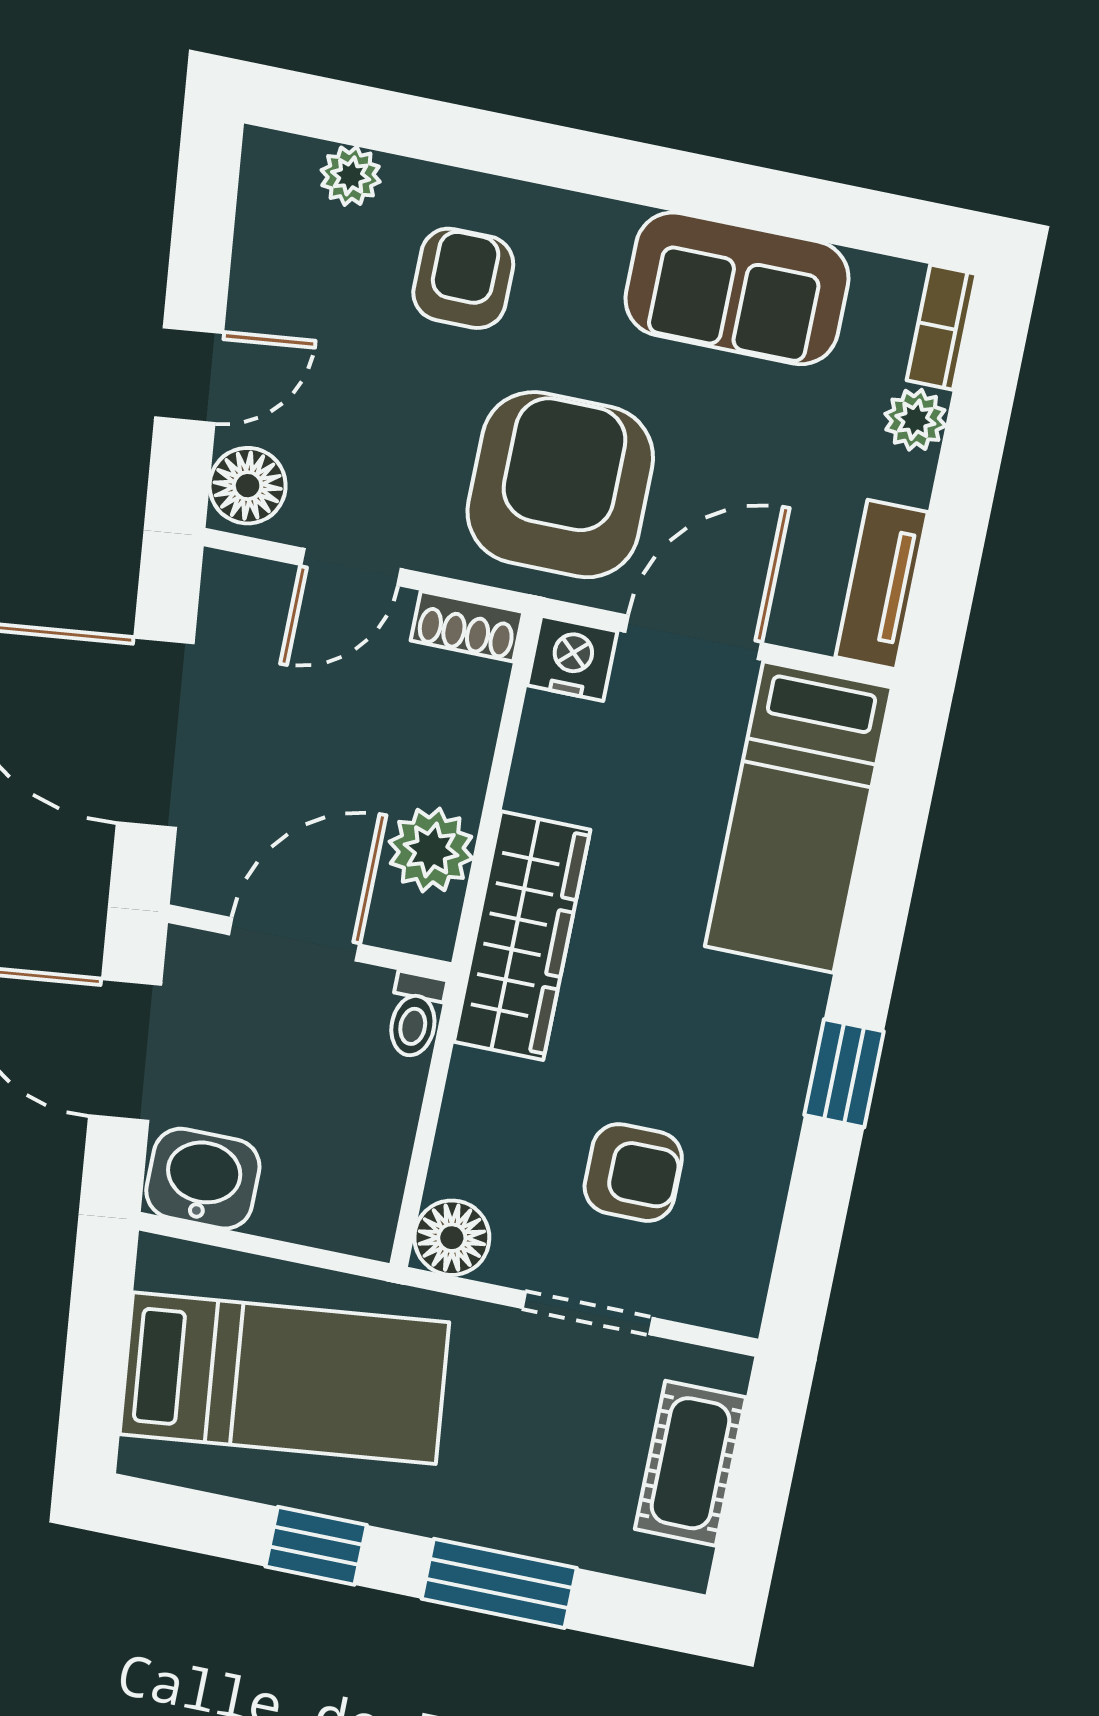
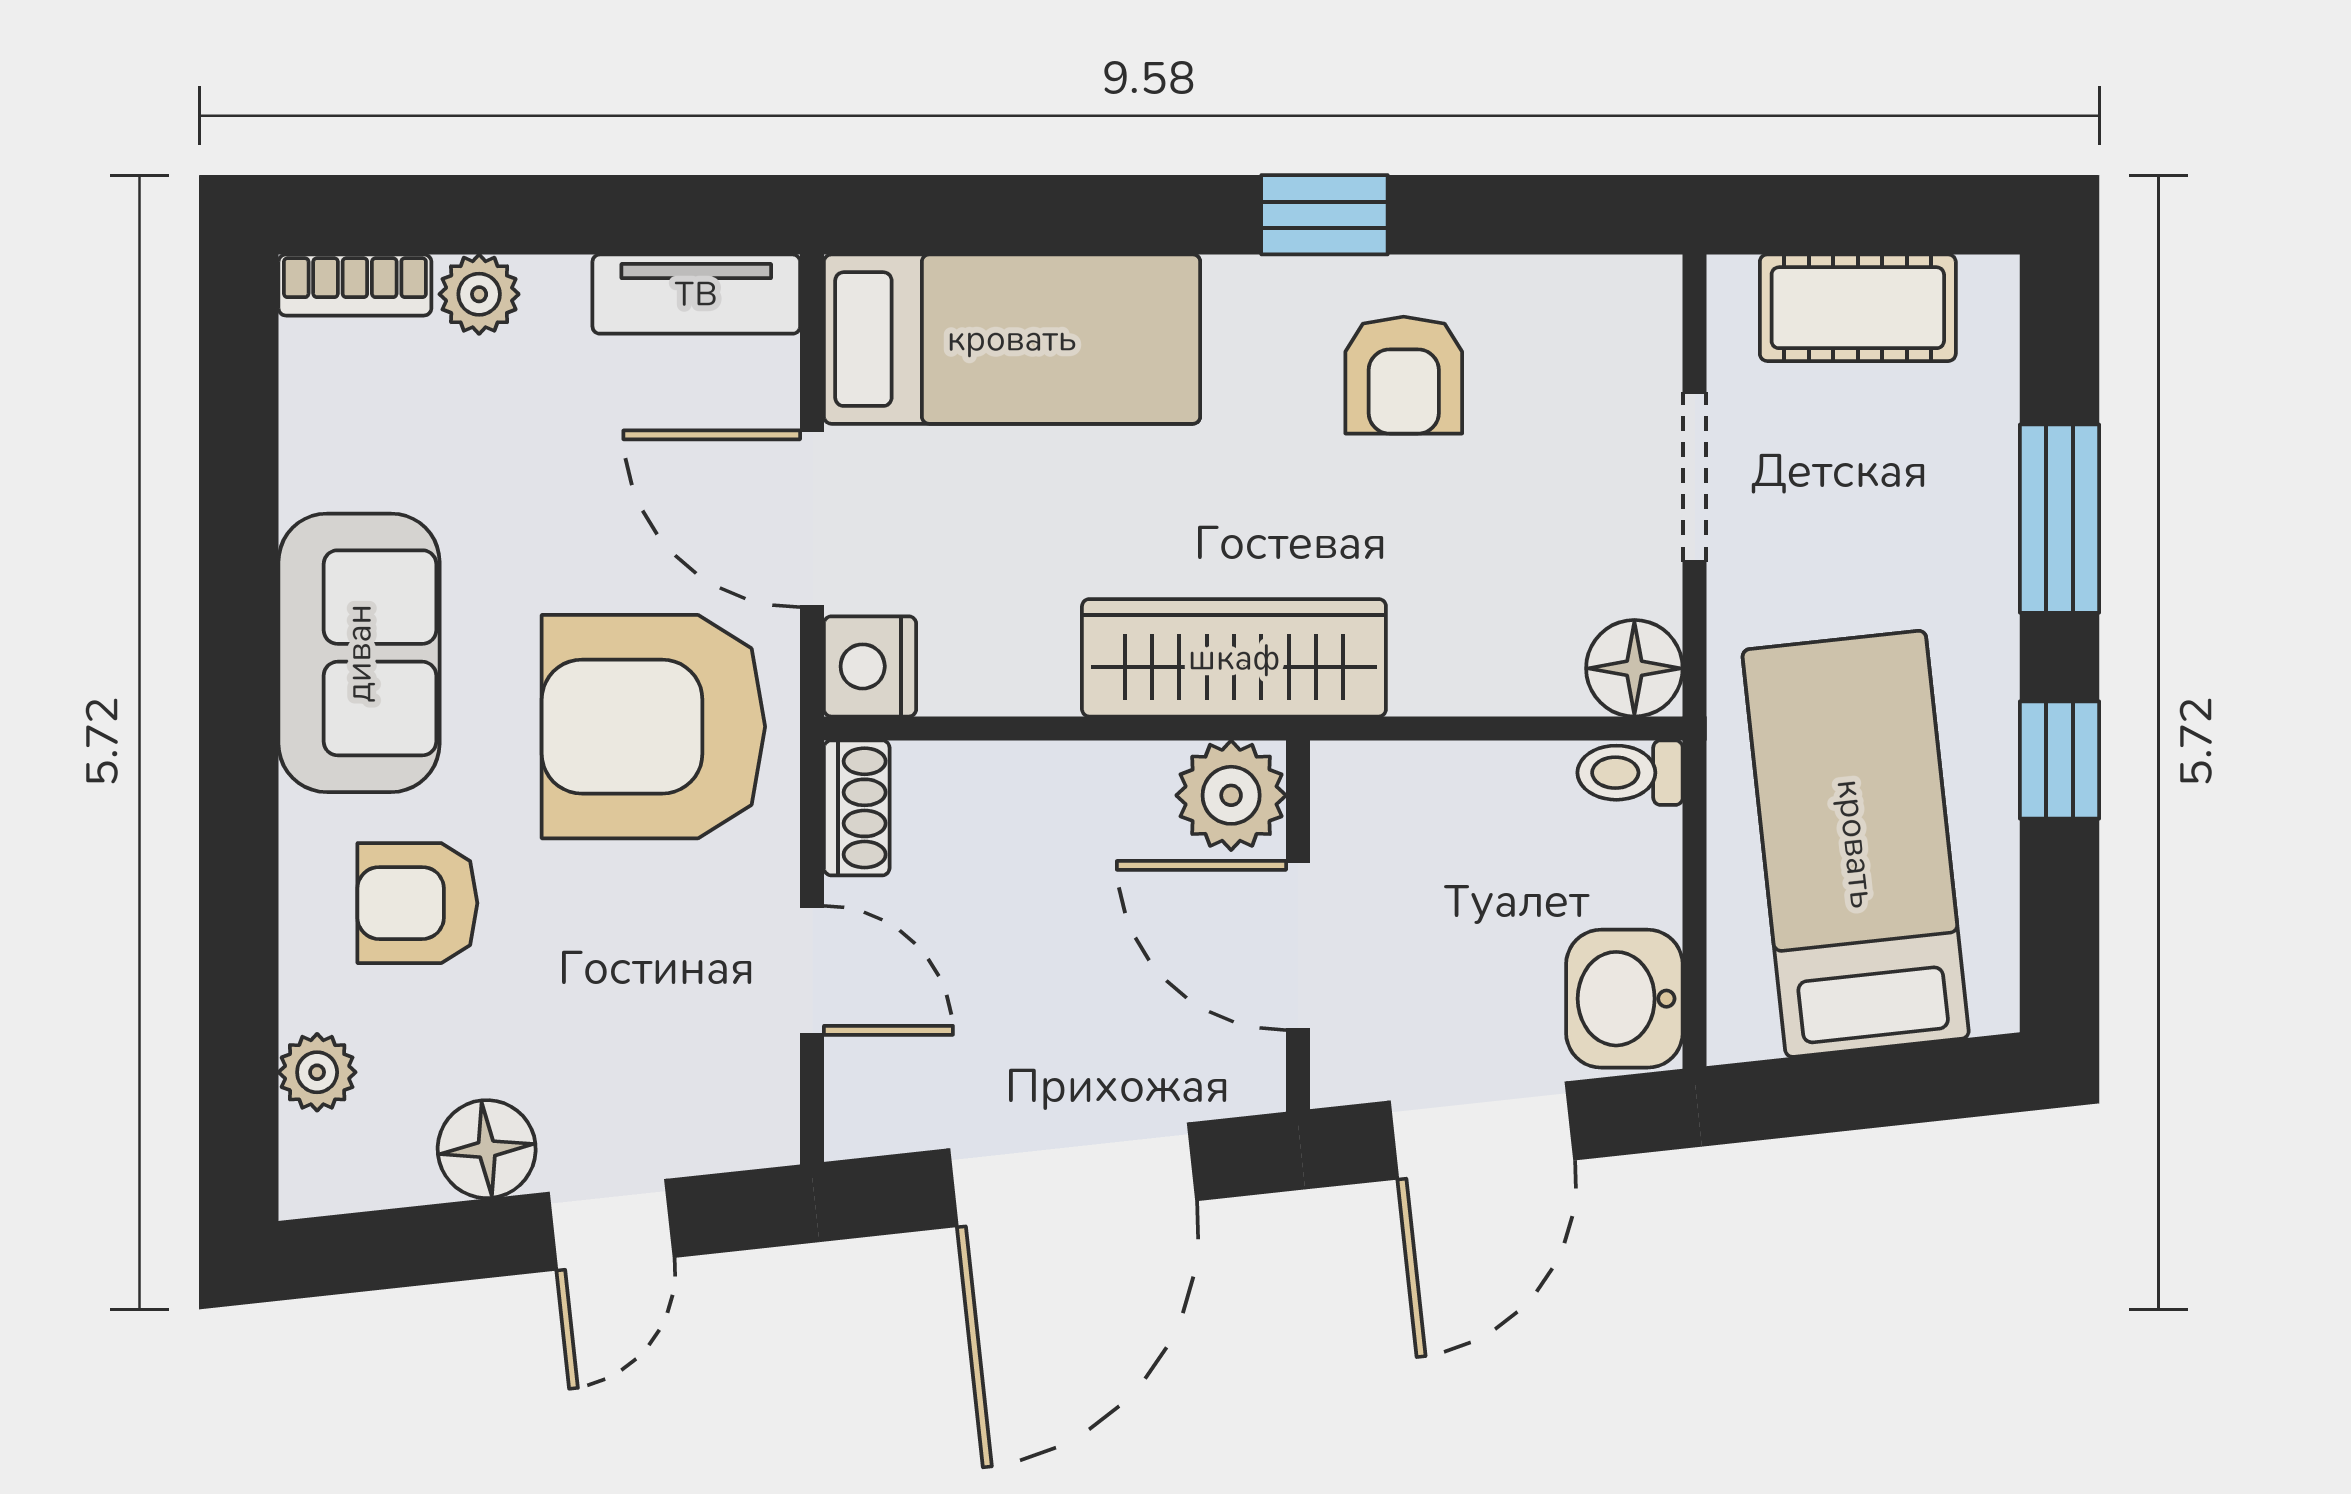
sofa: (737, 288) -> (359, 653), moved
door: (189, 375) -> (611, 1225), swing flipped
floor lamp: (248, 486) -> (487, 1149), moved
plant: (431, 850) -> (1231, 795), moved
toilet: (415, 1015) -> (1630, 773), moved, turned 180
armchair: (633, 1173) -> (1404, 375), moved, turned 180

